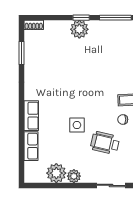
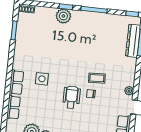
side table: (77, 125) -> (42, 79), moved
wheelchair: (105, 143) -> (72, 97), moved, turned 77

